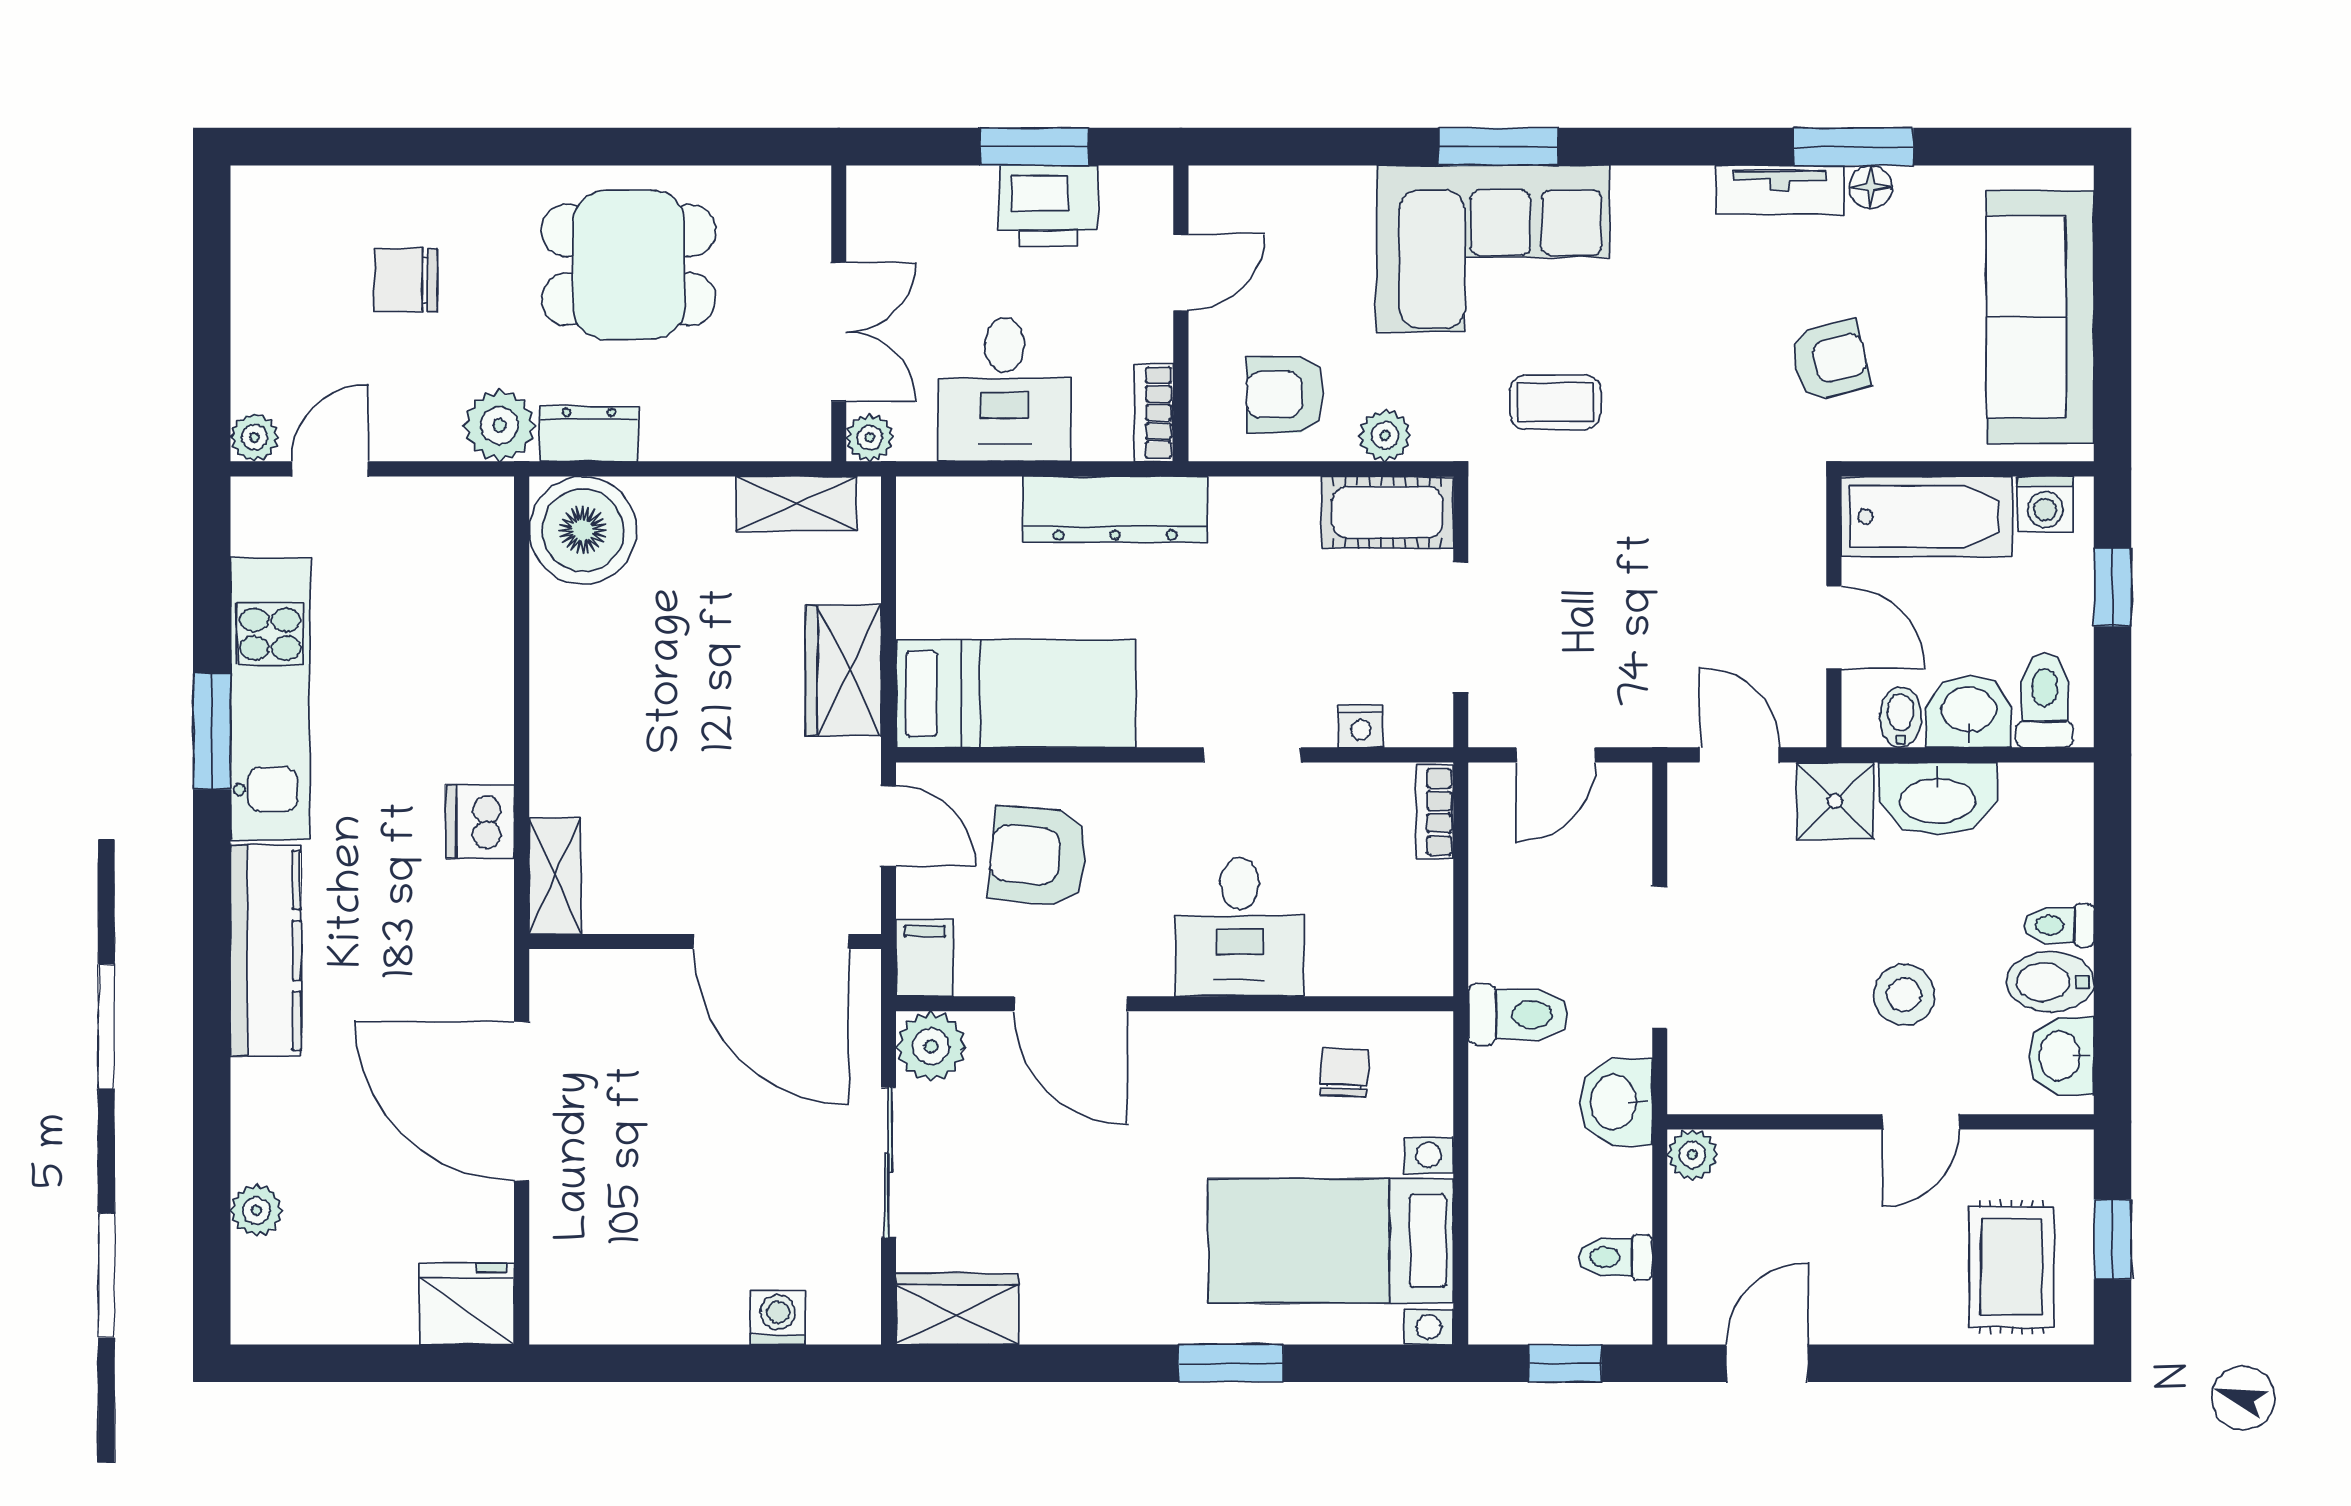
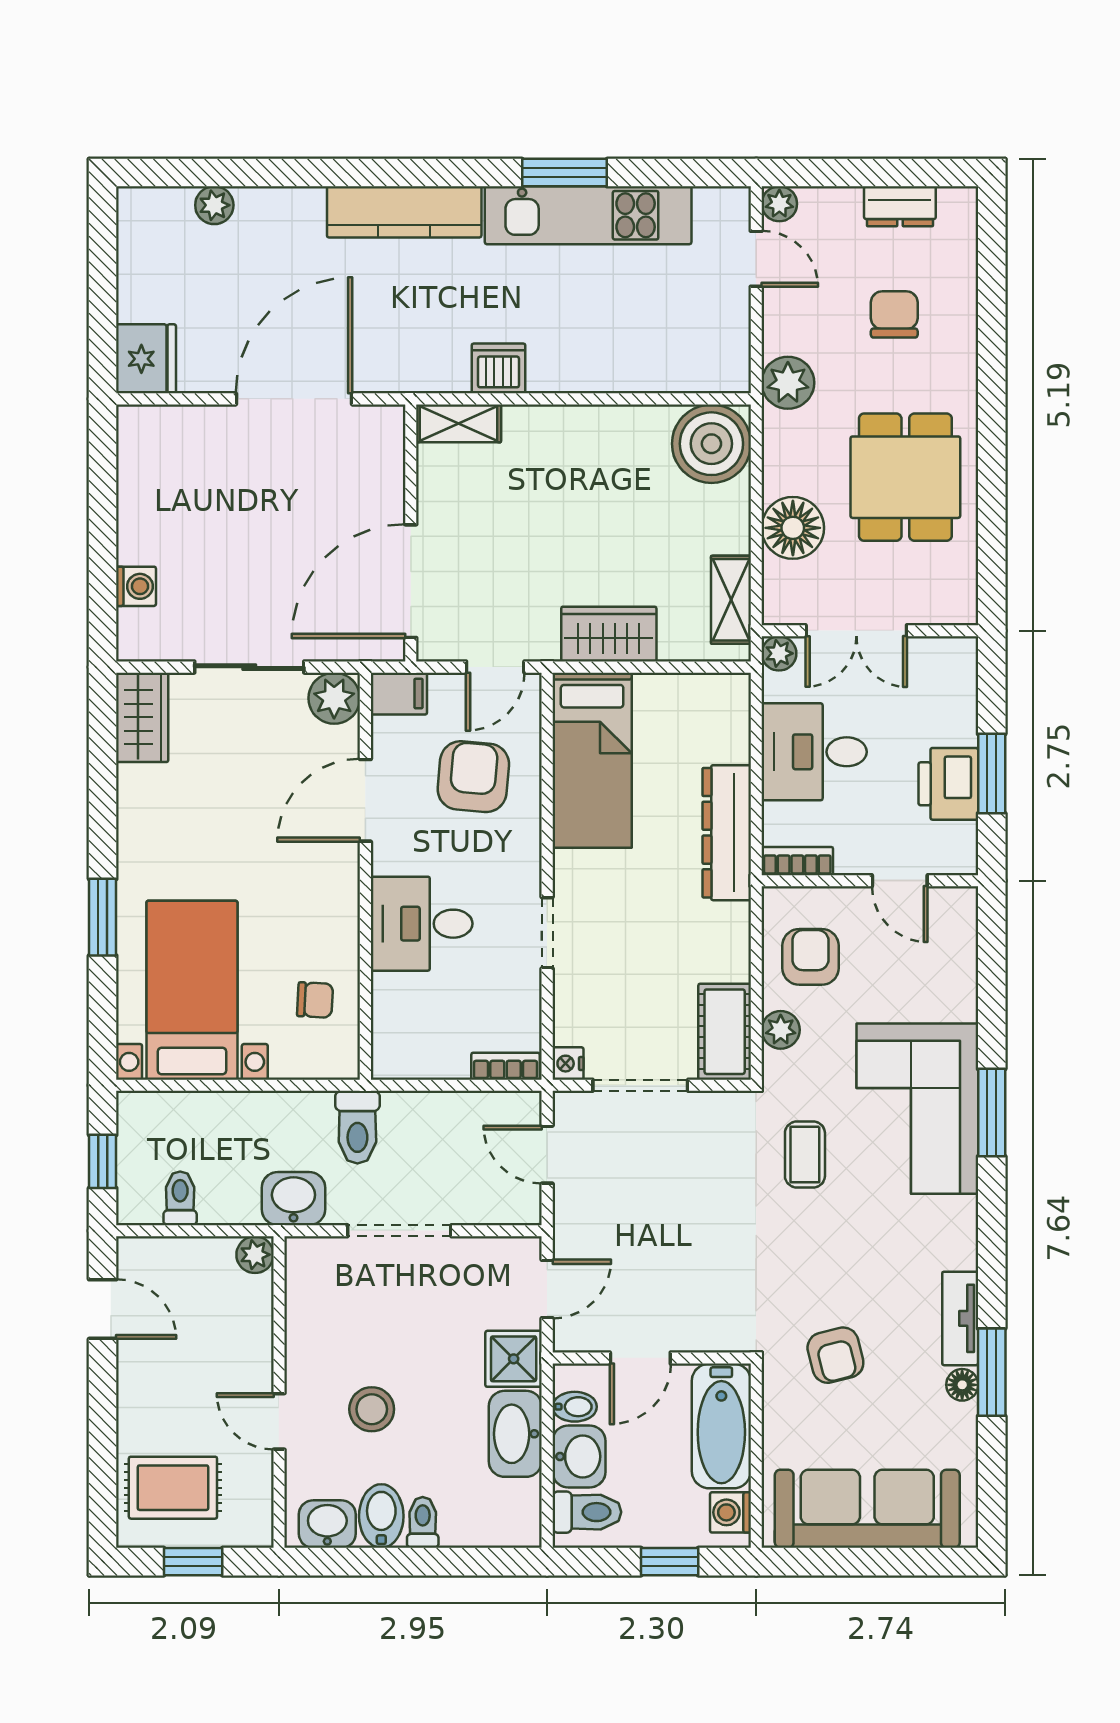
floor lamp: (698, 419) -> (793, 528), added
dresser: (589, 434) -> (900, 206), moved, turned 90
nightstand: (1361, 726) -> (568, 1064), moved

